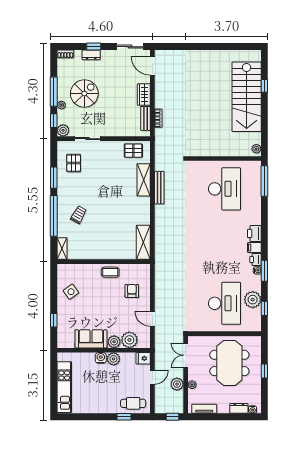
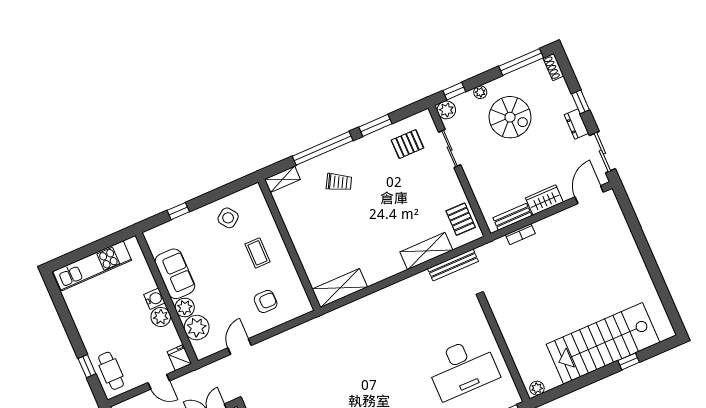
dresser: (91, 55) -> (576, 124), moved
window: (54, 92) -> (521, 62), moved
bench: (159, 188) -> (453, 265), moved
coffee table: (110, 272) -> (258, 253), moved

